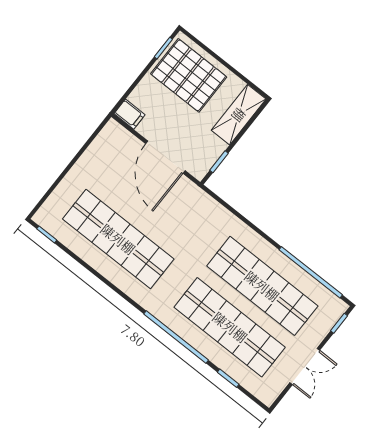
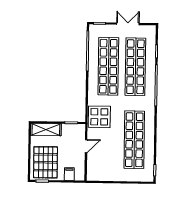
filing cabinet: (130, 114) -> (69, 174), moved
door: (165, 157) -> (86, 146), width x0.53
display table: (195, 212) -> (99, 117), added

